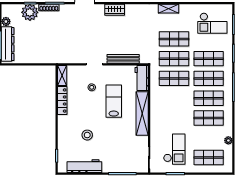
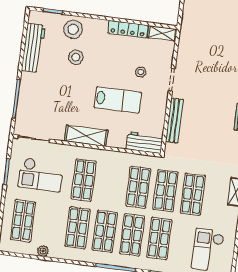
shelving: (142, 113) -> (86, 136), width x0.68
shop shelf: (174, 118) -> (84, 180), added
stool: (68, 140) -> (73, 29), added

